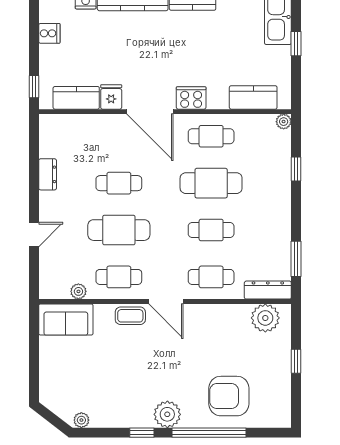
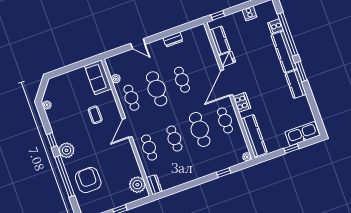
kitchen counter: (253, 97) -> (254, 136), width x1.50
window: (296, 259) -> (175, 190), removed
dresser: (268, 290) -> (154, 185), width x0.70
coffee table: (130, 316) -> (95, 115), moved

